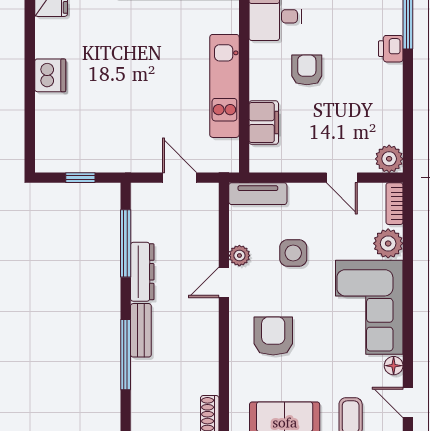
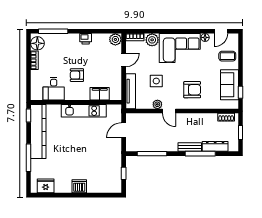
printer: (391, 49) -> (86, 39), moved
tv unit: (258, 194) -> (131, 91), width x1.41
dresser: (142, 272) -> (215, 146), moved
armchair: (273, 336) -> (192, 90), turned 180

